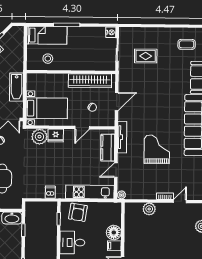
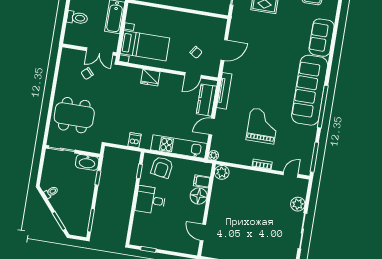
wardrobe: (90, 81) -> (198, 22), removed
door: (82, 128) -> (193, 75), moved
plant: (39, 137) -> (132, 76), removed
grand piano: (157, 149) -> (262, 126), moved
door: (180, 201) -> (291, 175), moved
plant: (149, 209) -> (222, 172), moved
filing cabinet: (114, 246) -> (202, 181), moved

